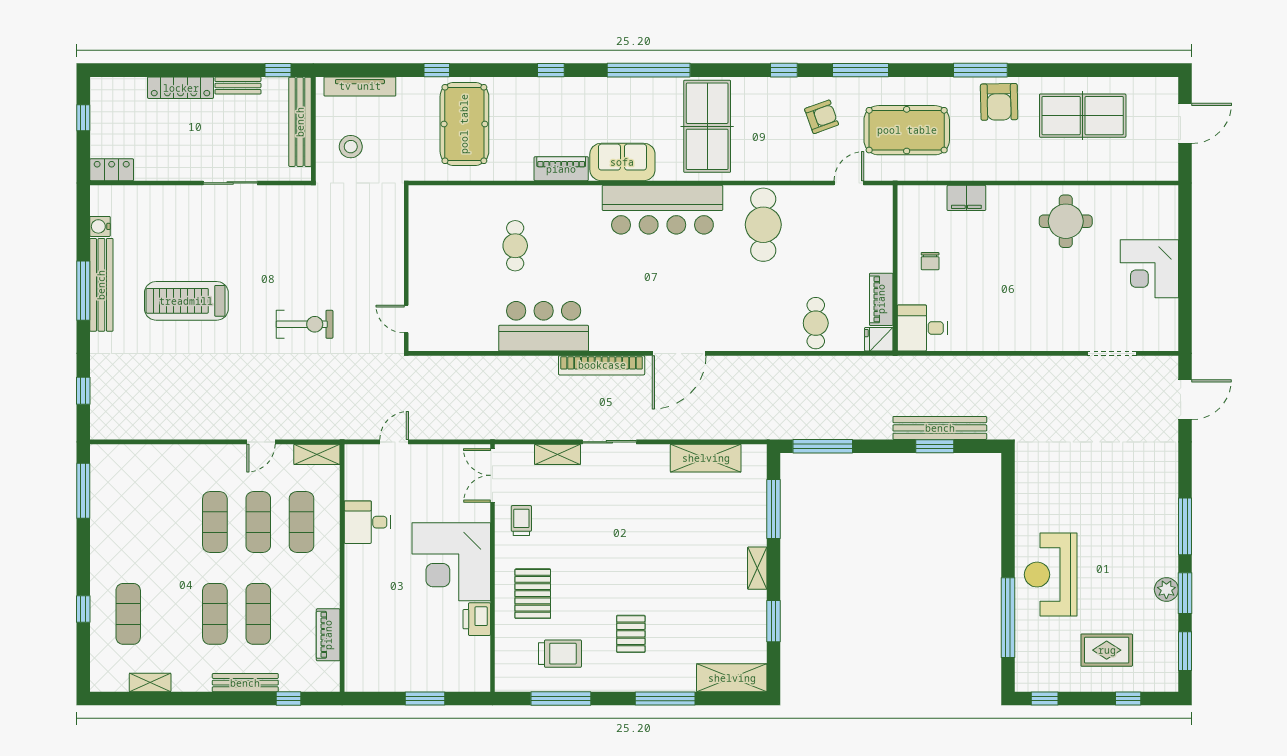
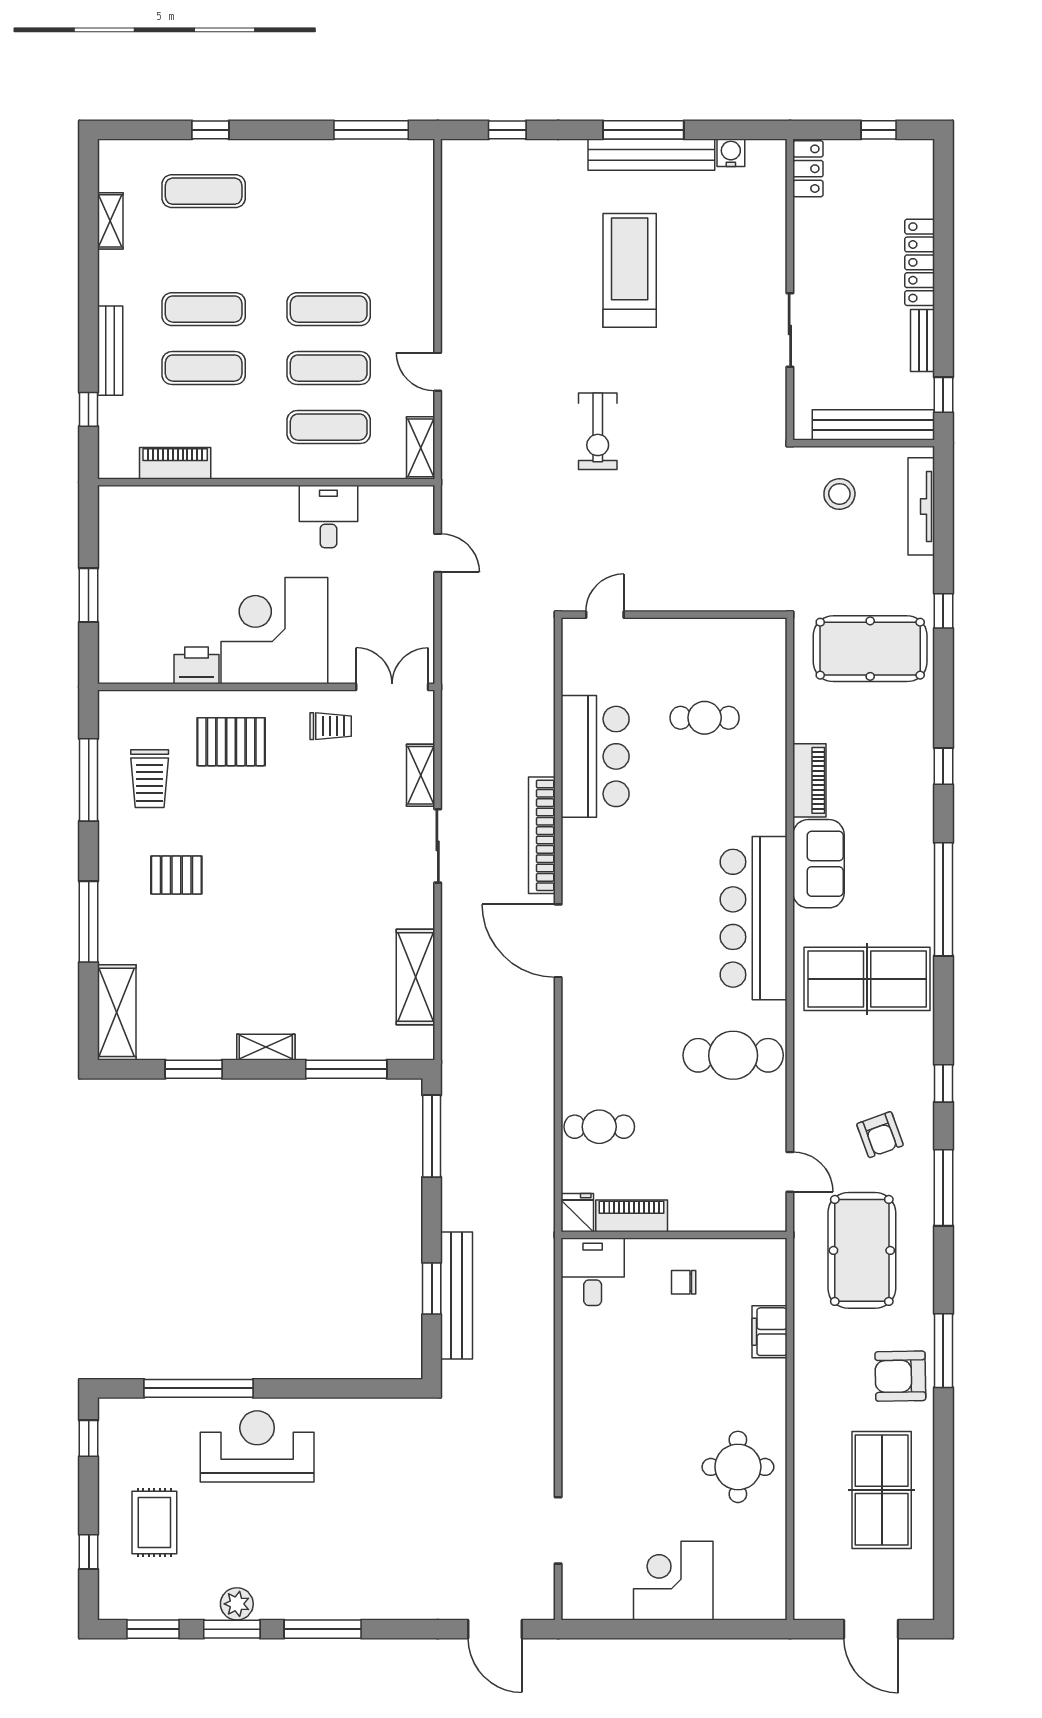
wall: (406, 268) -> (674, 615), moved
door: (406, 319) -> (605, 615), moved

